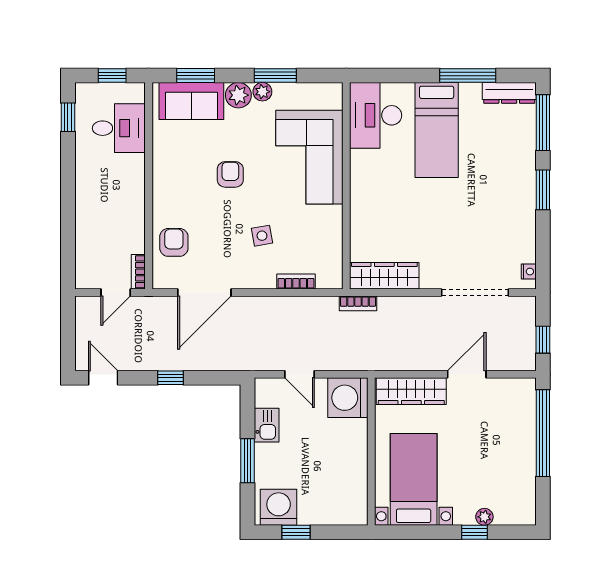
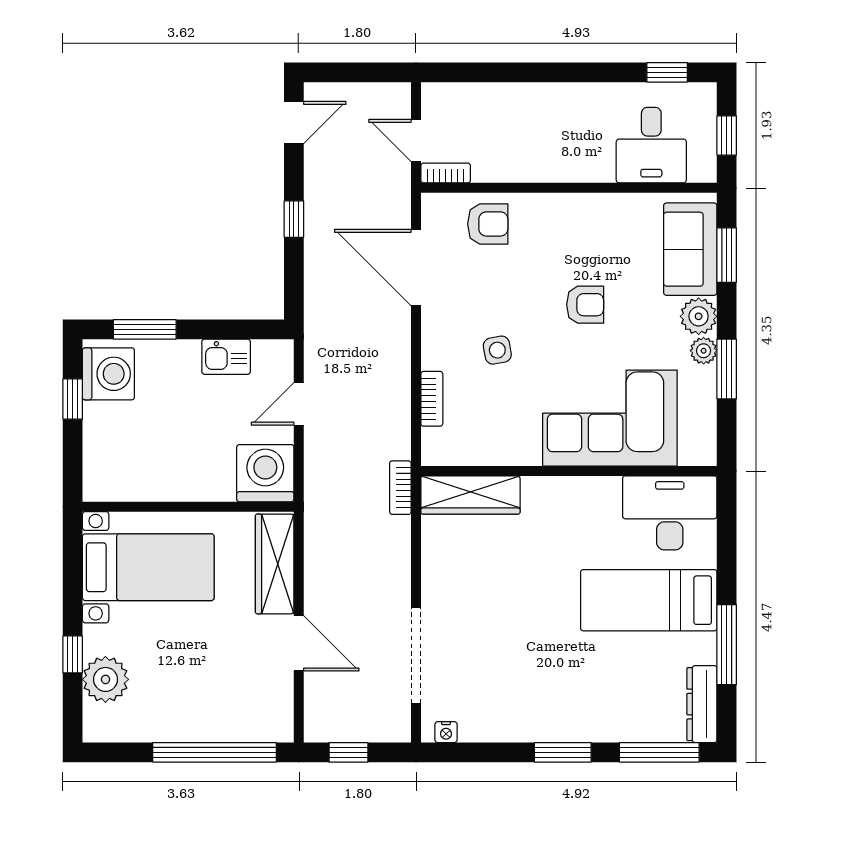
wardrobe: (384, 276) -> (470, 495), moved, turned 90
window: (247, 461) -> (145, 329), moved
plant: (484, 517) -> (105, 679), width x1.88, depth x1.88

